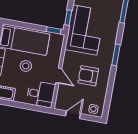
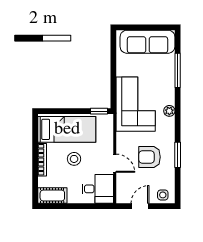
window: (68, 18) -> (113, 93), removed
plant: (112, 41) -> (169, 111), added
window: (116, 55) -> (178, 155), moved

